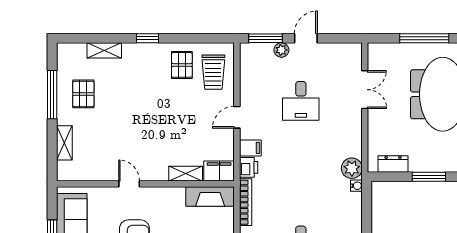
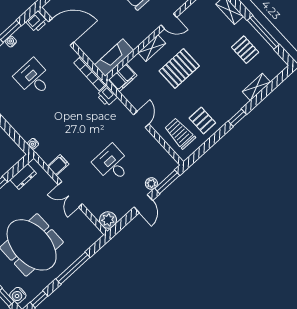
double door: (365, 90) -> (70, 194), moved
pallet: (159, 132) -> (179, 68), added
filing cabinet: (250, 148) -> (58, 165), moved, turned 180
plant: (352, 168) -> (108, 220), moved
shelving: (186, 174) -> (152, 48), moved

